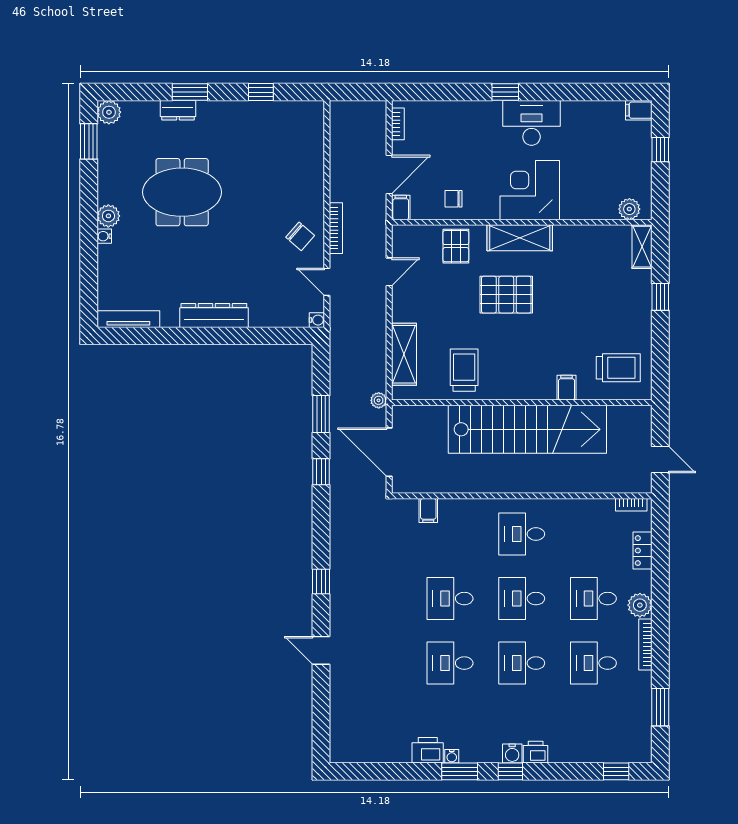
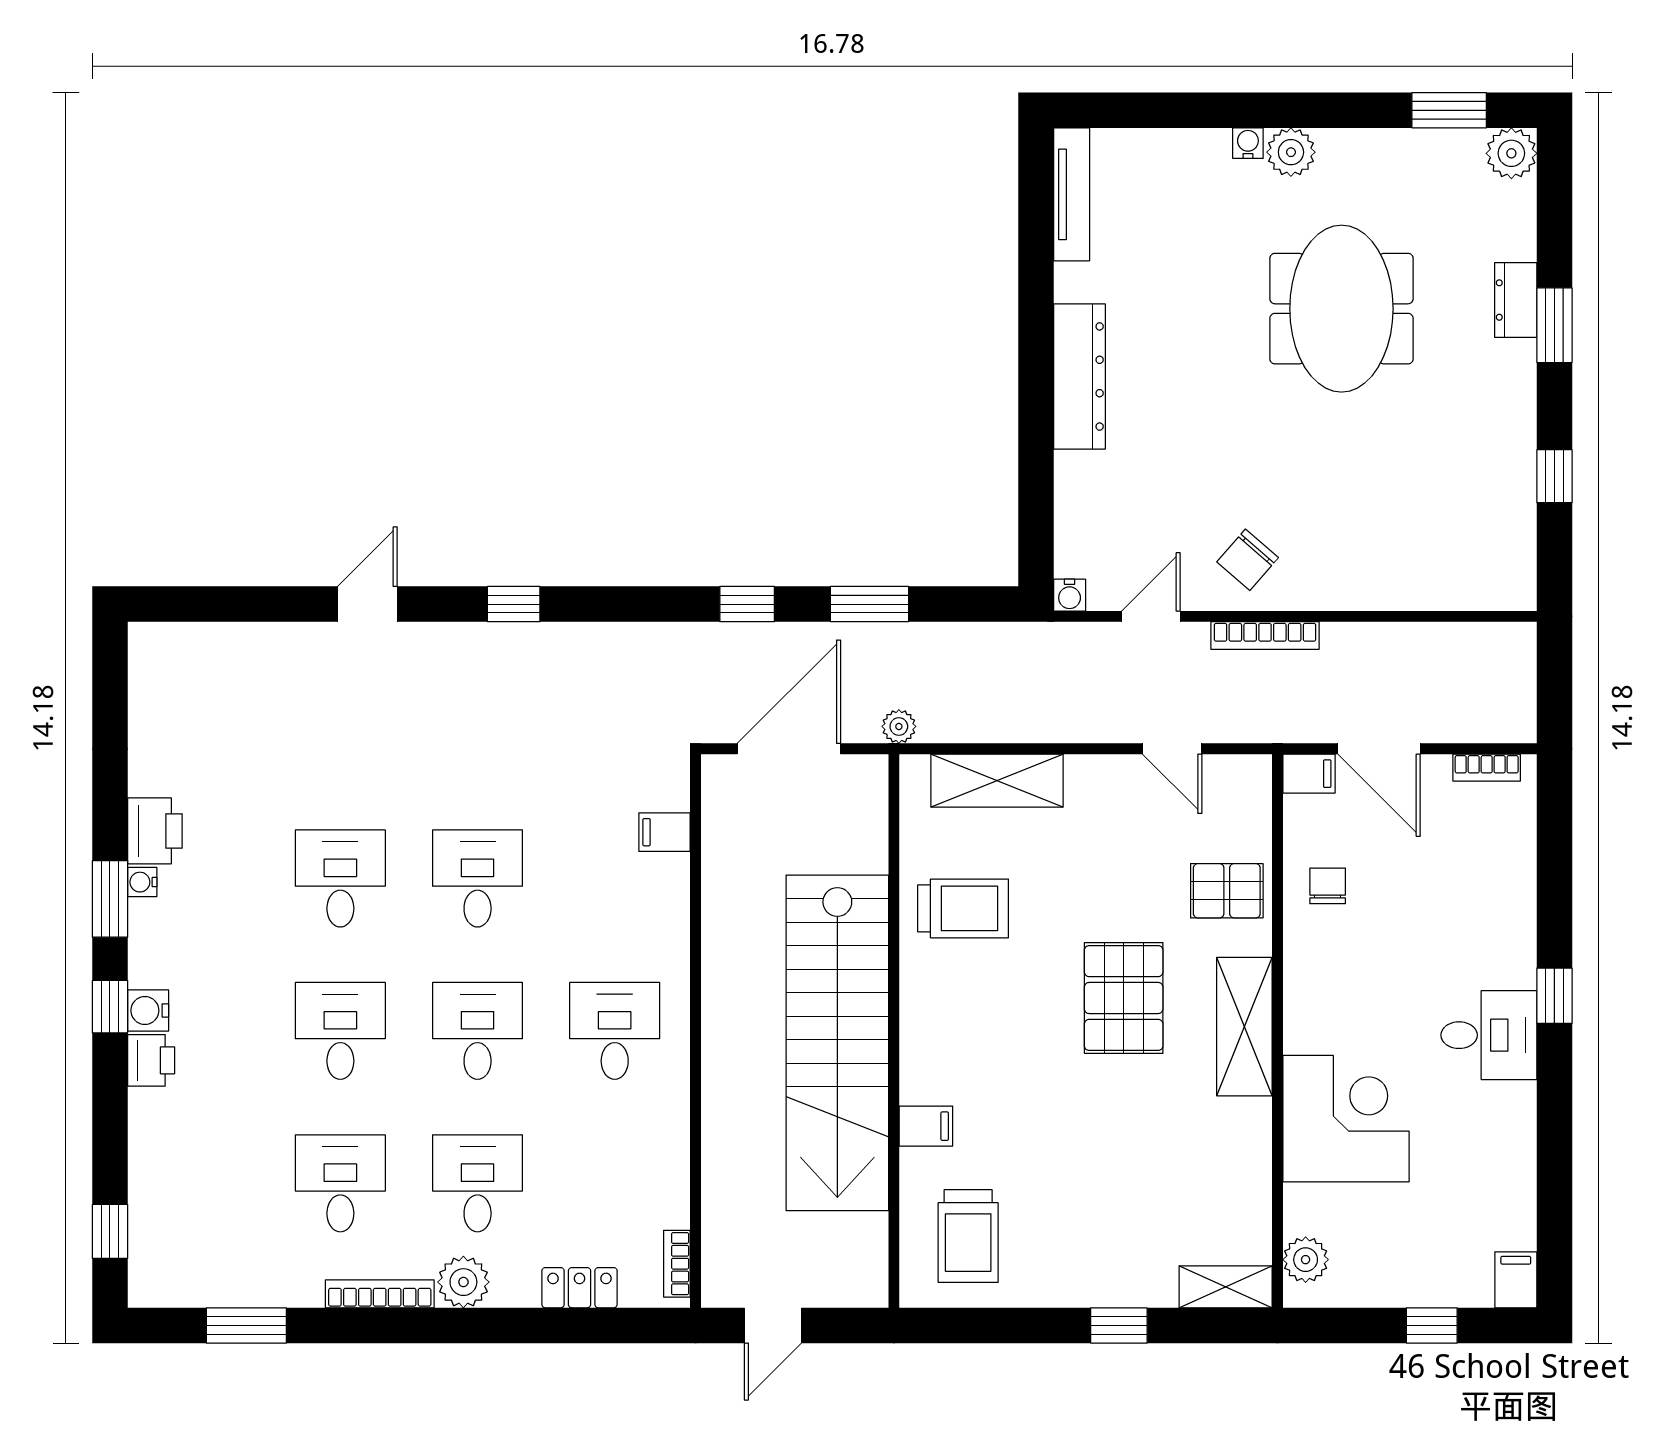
desk: (532, 123) -> (1489, 1035), width x0.73
corner desk: (530, 190) -> (1346, 1119), moved

